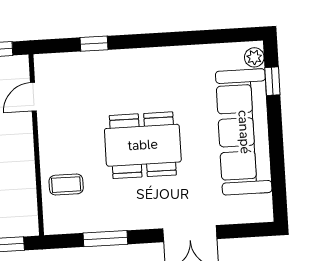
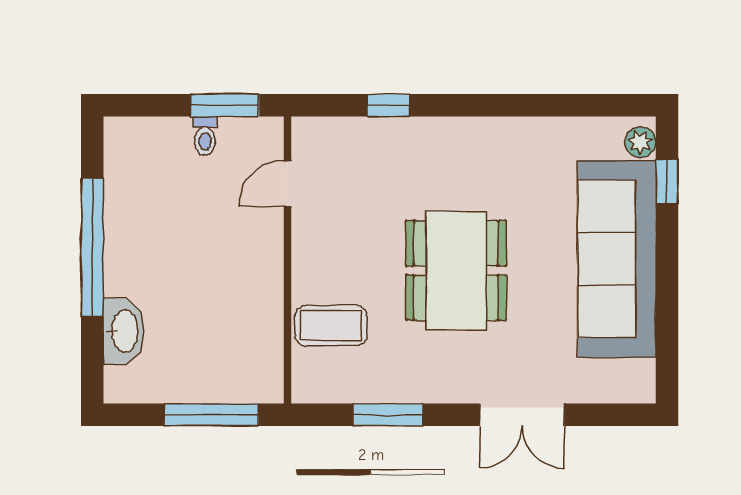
dining table: (143, 145) -> (456, 270), turned 90
coffee table: (66, 185) -> (331, 325), width x1.36, depth x1.30

